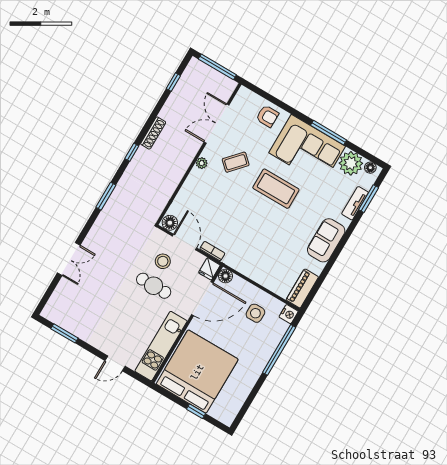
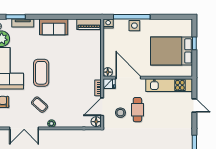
side table: (255, 313) -> (134, 26), moved
bed: (197, 372) -> (172, 51), width x0.73

